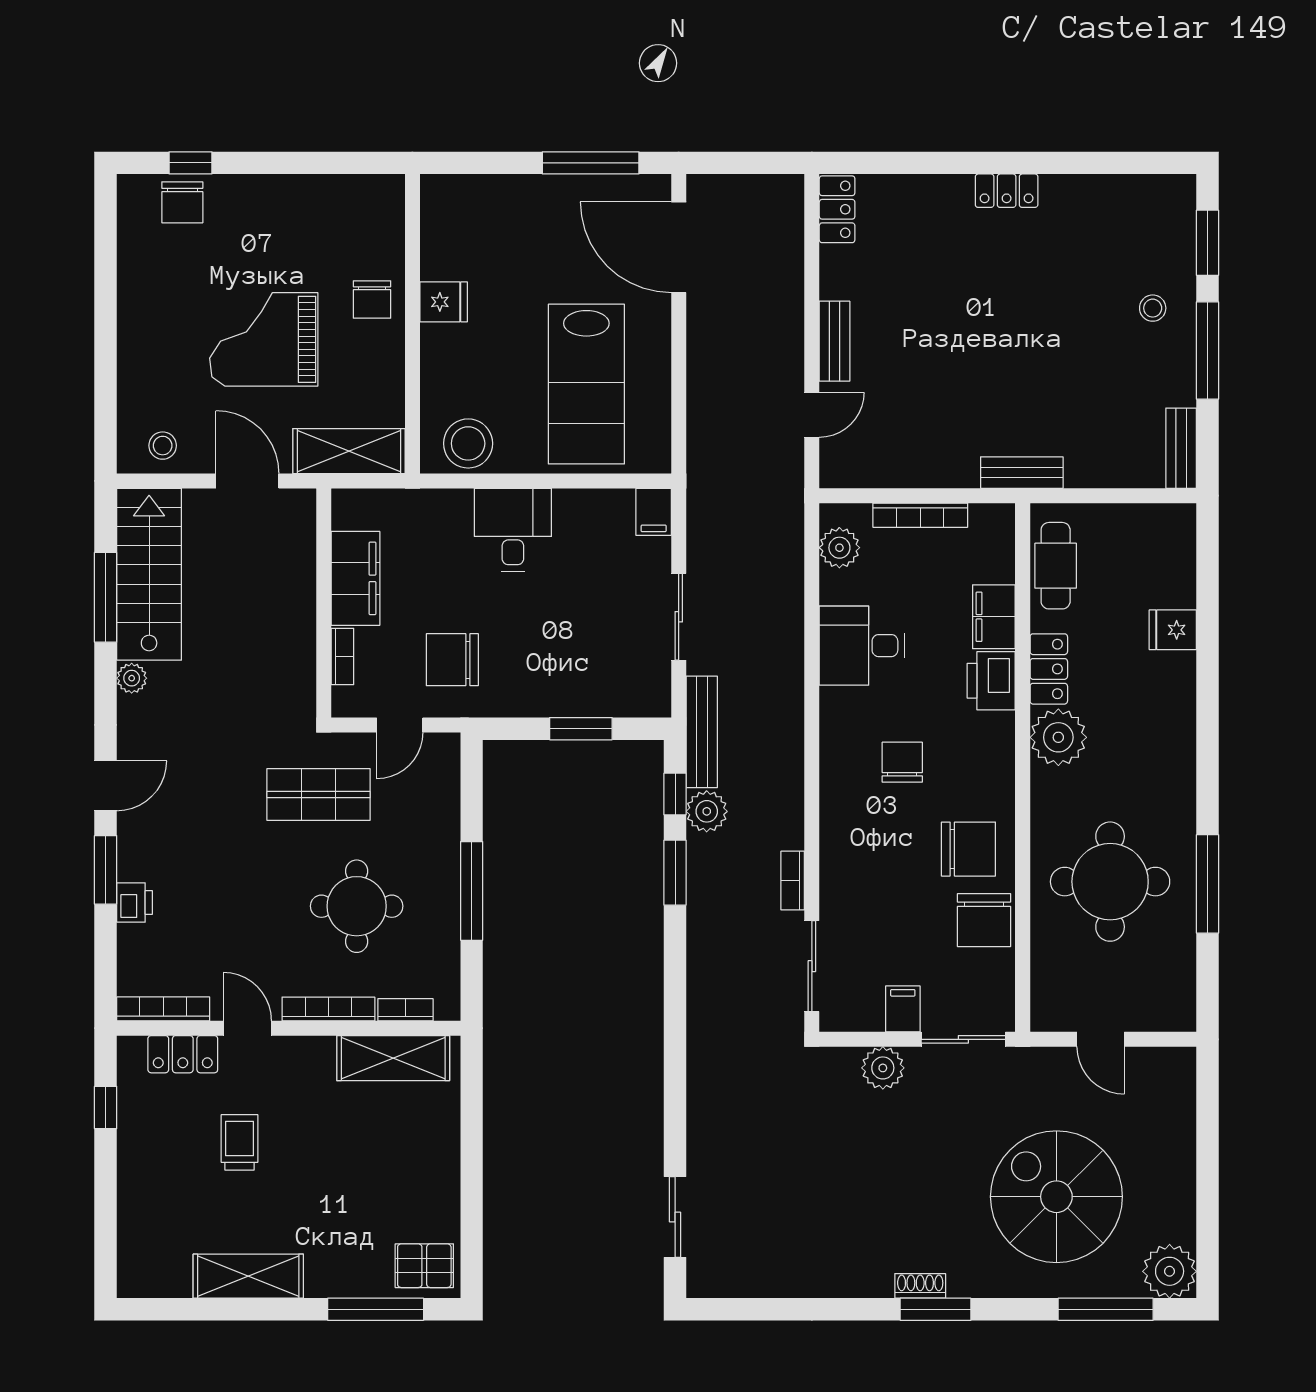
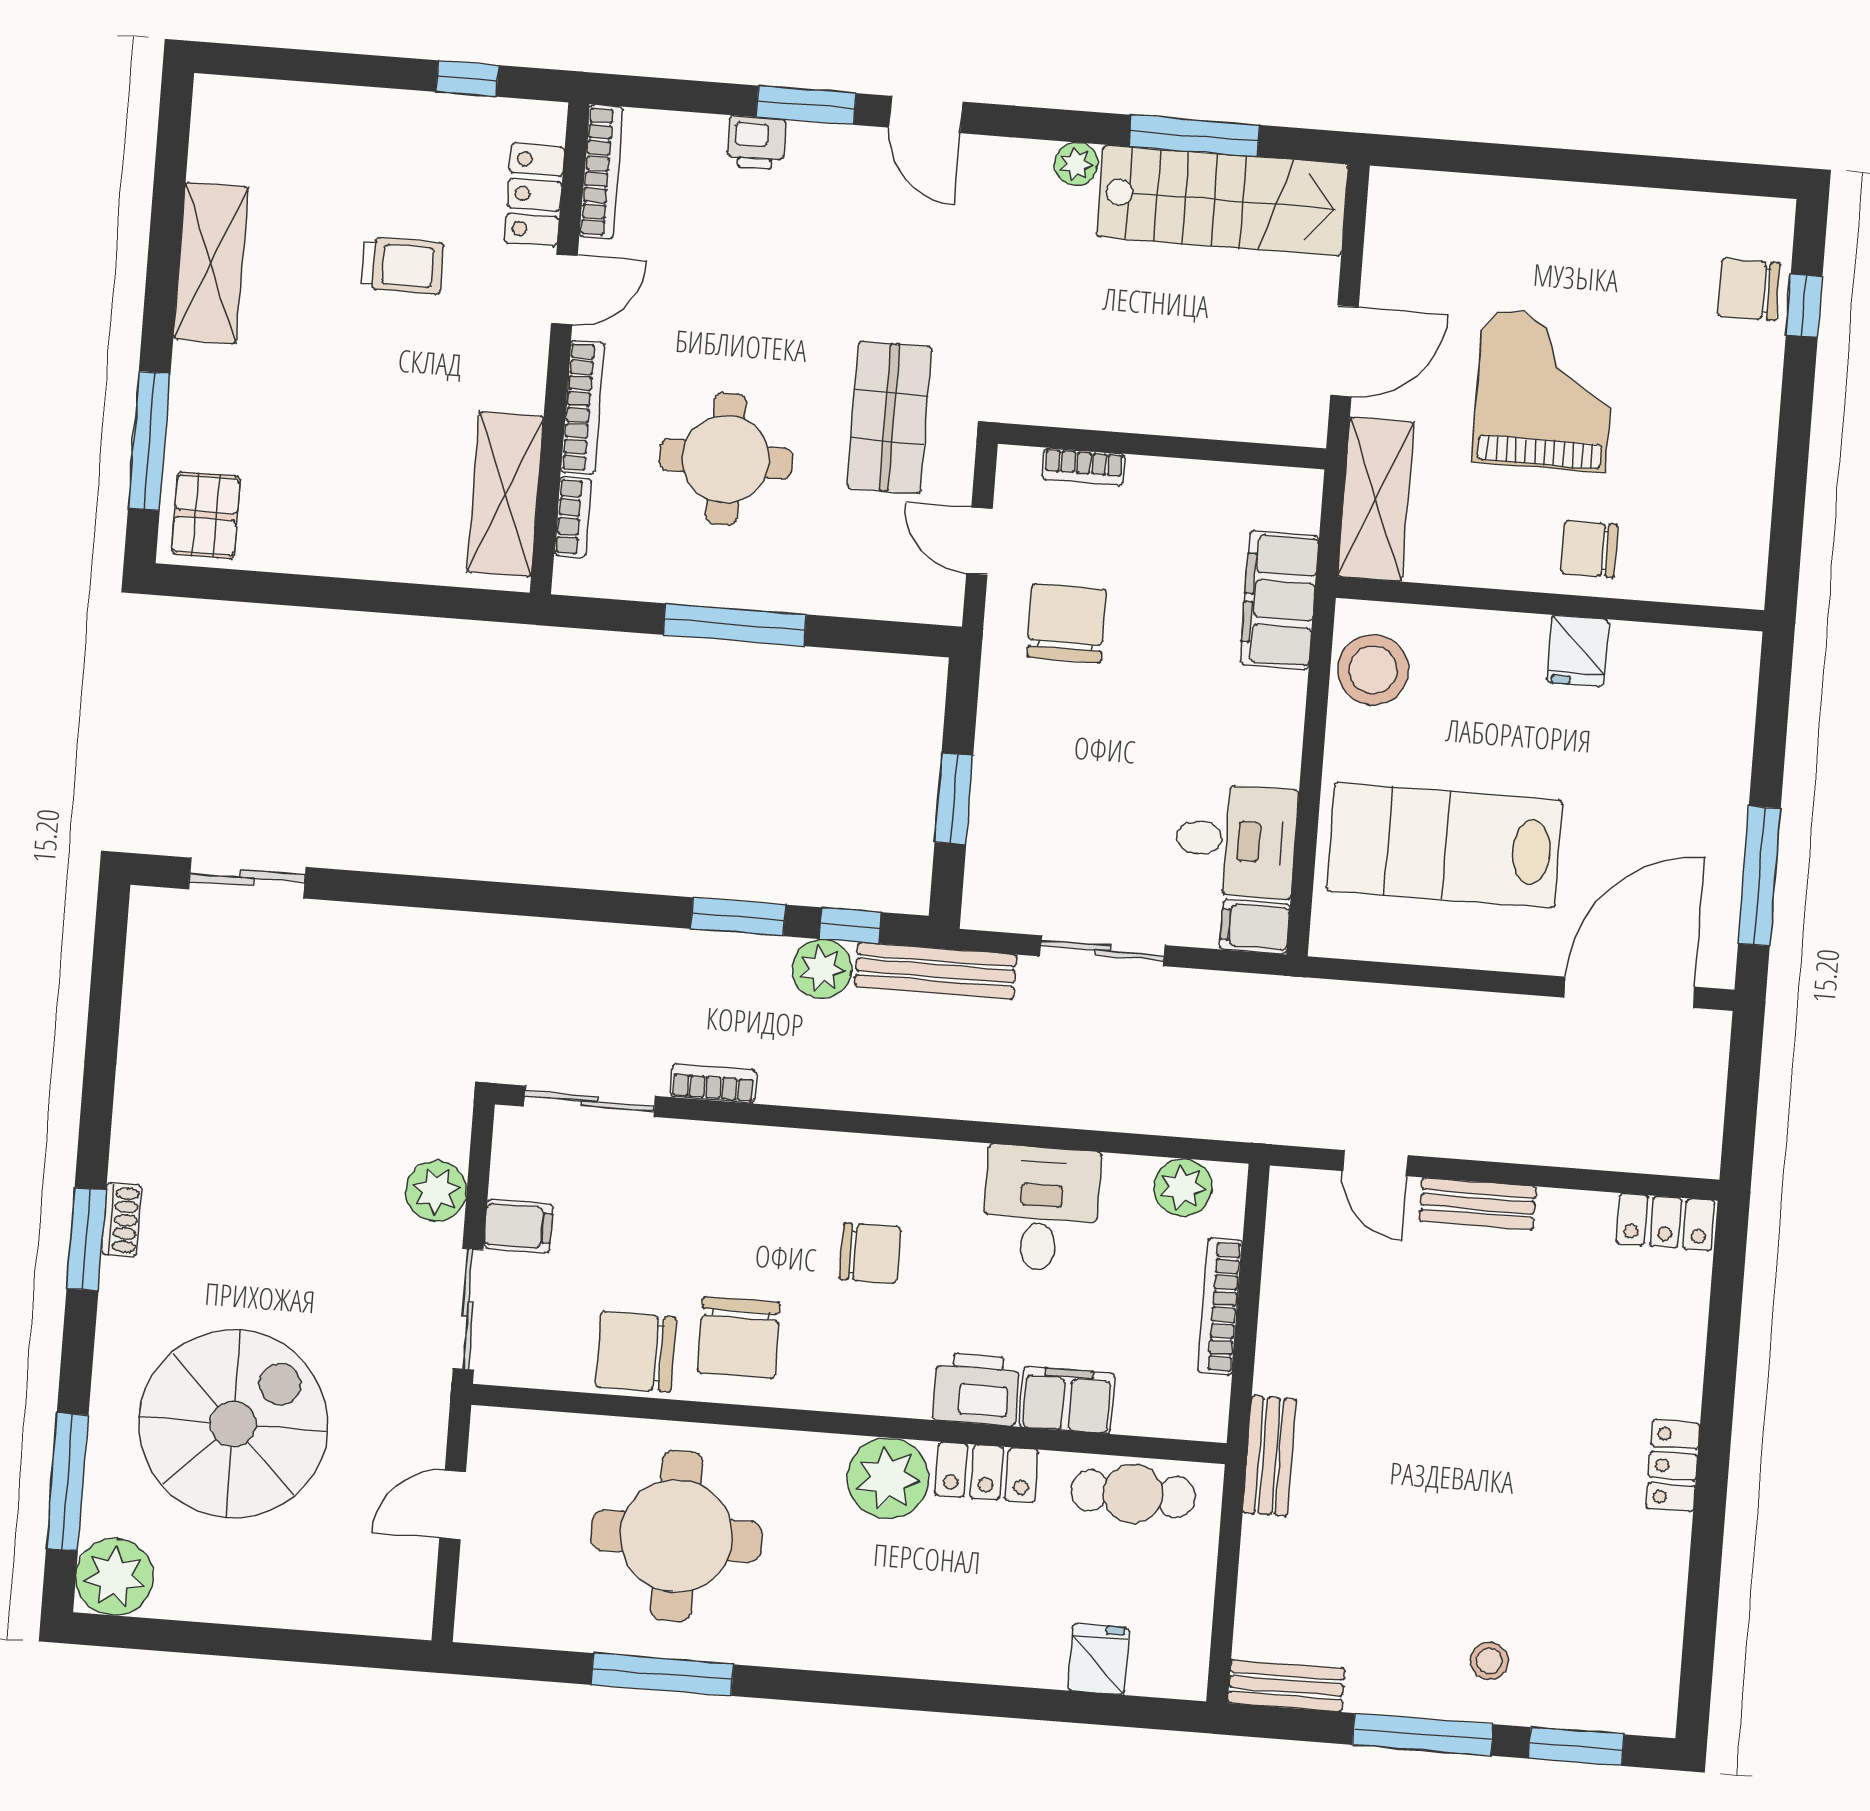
stool: (163, 446) -> (1404, 234), removed
desk: (513, 530) -> (1236, 840), moved
filing cabinet: (355, 578) -> (1279, 600), moved, turned 90
fridge: (1173, 630) -> (1098, 1659), moved

